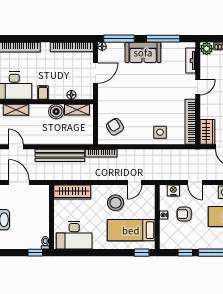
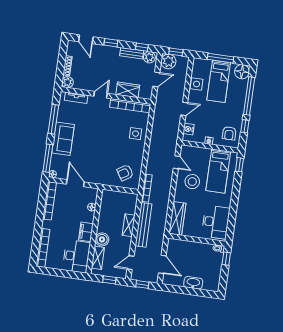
door: (198, 87) -> (101, 95), hinge flipped
filing cabinet: (43, 92) -> (86, 232), width x2.00
shelving: (77, 110) -> (129, 225), moved
boiler: (56, 111) -> (102, 239), moved
wardrobe: (207, 132) -> (128, 90), moved
door: (19, 182) -> (162, 264), swing flipped
armchair: (184, 214) -> (229, 133), moved

